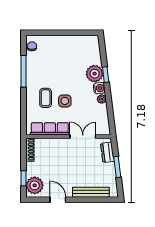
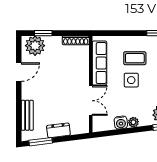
water cooler: (99, 88) -> (121, 123), moved
dresser: (107, 152) -> (58, 130), moved
window: (117, 167) -> (41, 142), moved
bench: (91, 192) -> (27, 115), width x0.73

